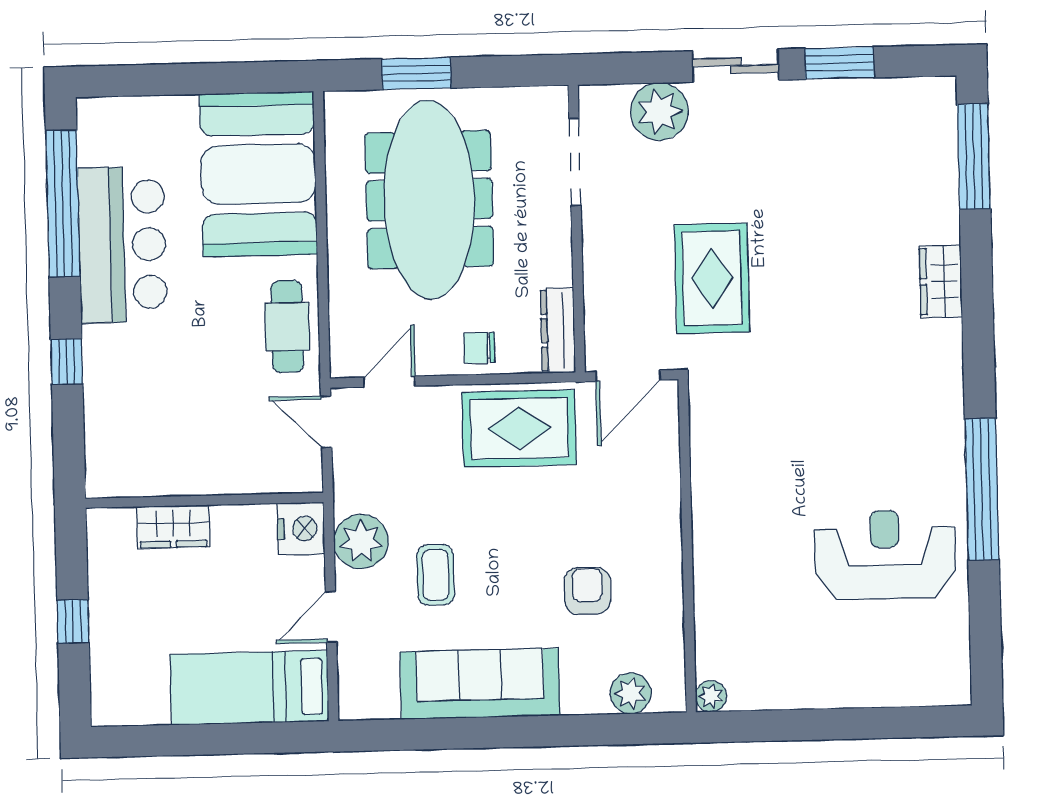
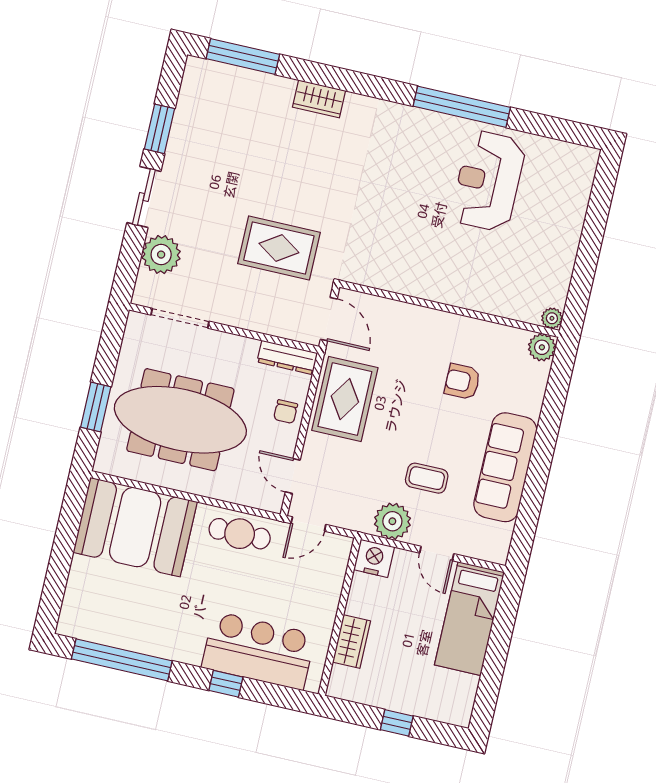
bar counter: (122, 245) -> (259, 651), moved
plant: (631, 693) -> (542, 347), moved

